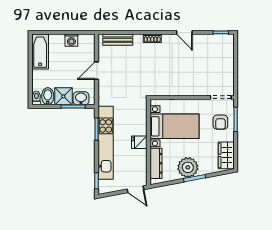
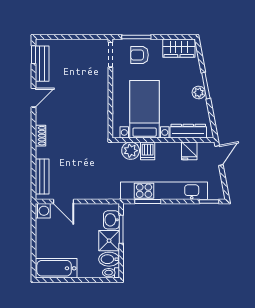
washing machine: (71, 40) -> (43, 211), moved
bench: (213, 40) -> (42, 64), added
door: (97, 71) -> (64, 202), moved
plant: (139, 115) -> (131, 151), added
armchair: (220, 122) -> (140, 55), turned 180
dishwasher: (139, 129) -> (148, 151), added
fridge: (139, 142) -> (189, 151), moved
plant: (188, 167) -> (199, 93), width x0.53, depth x0.53

